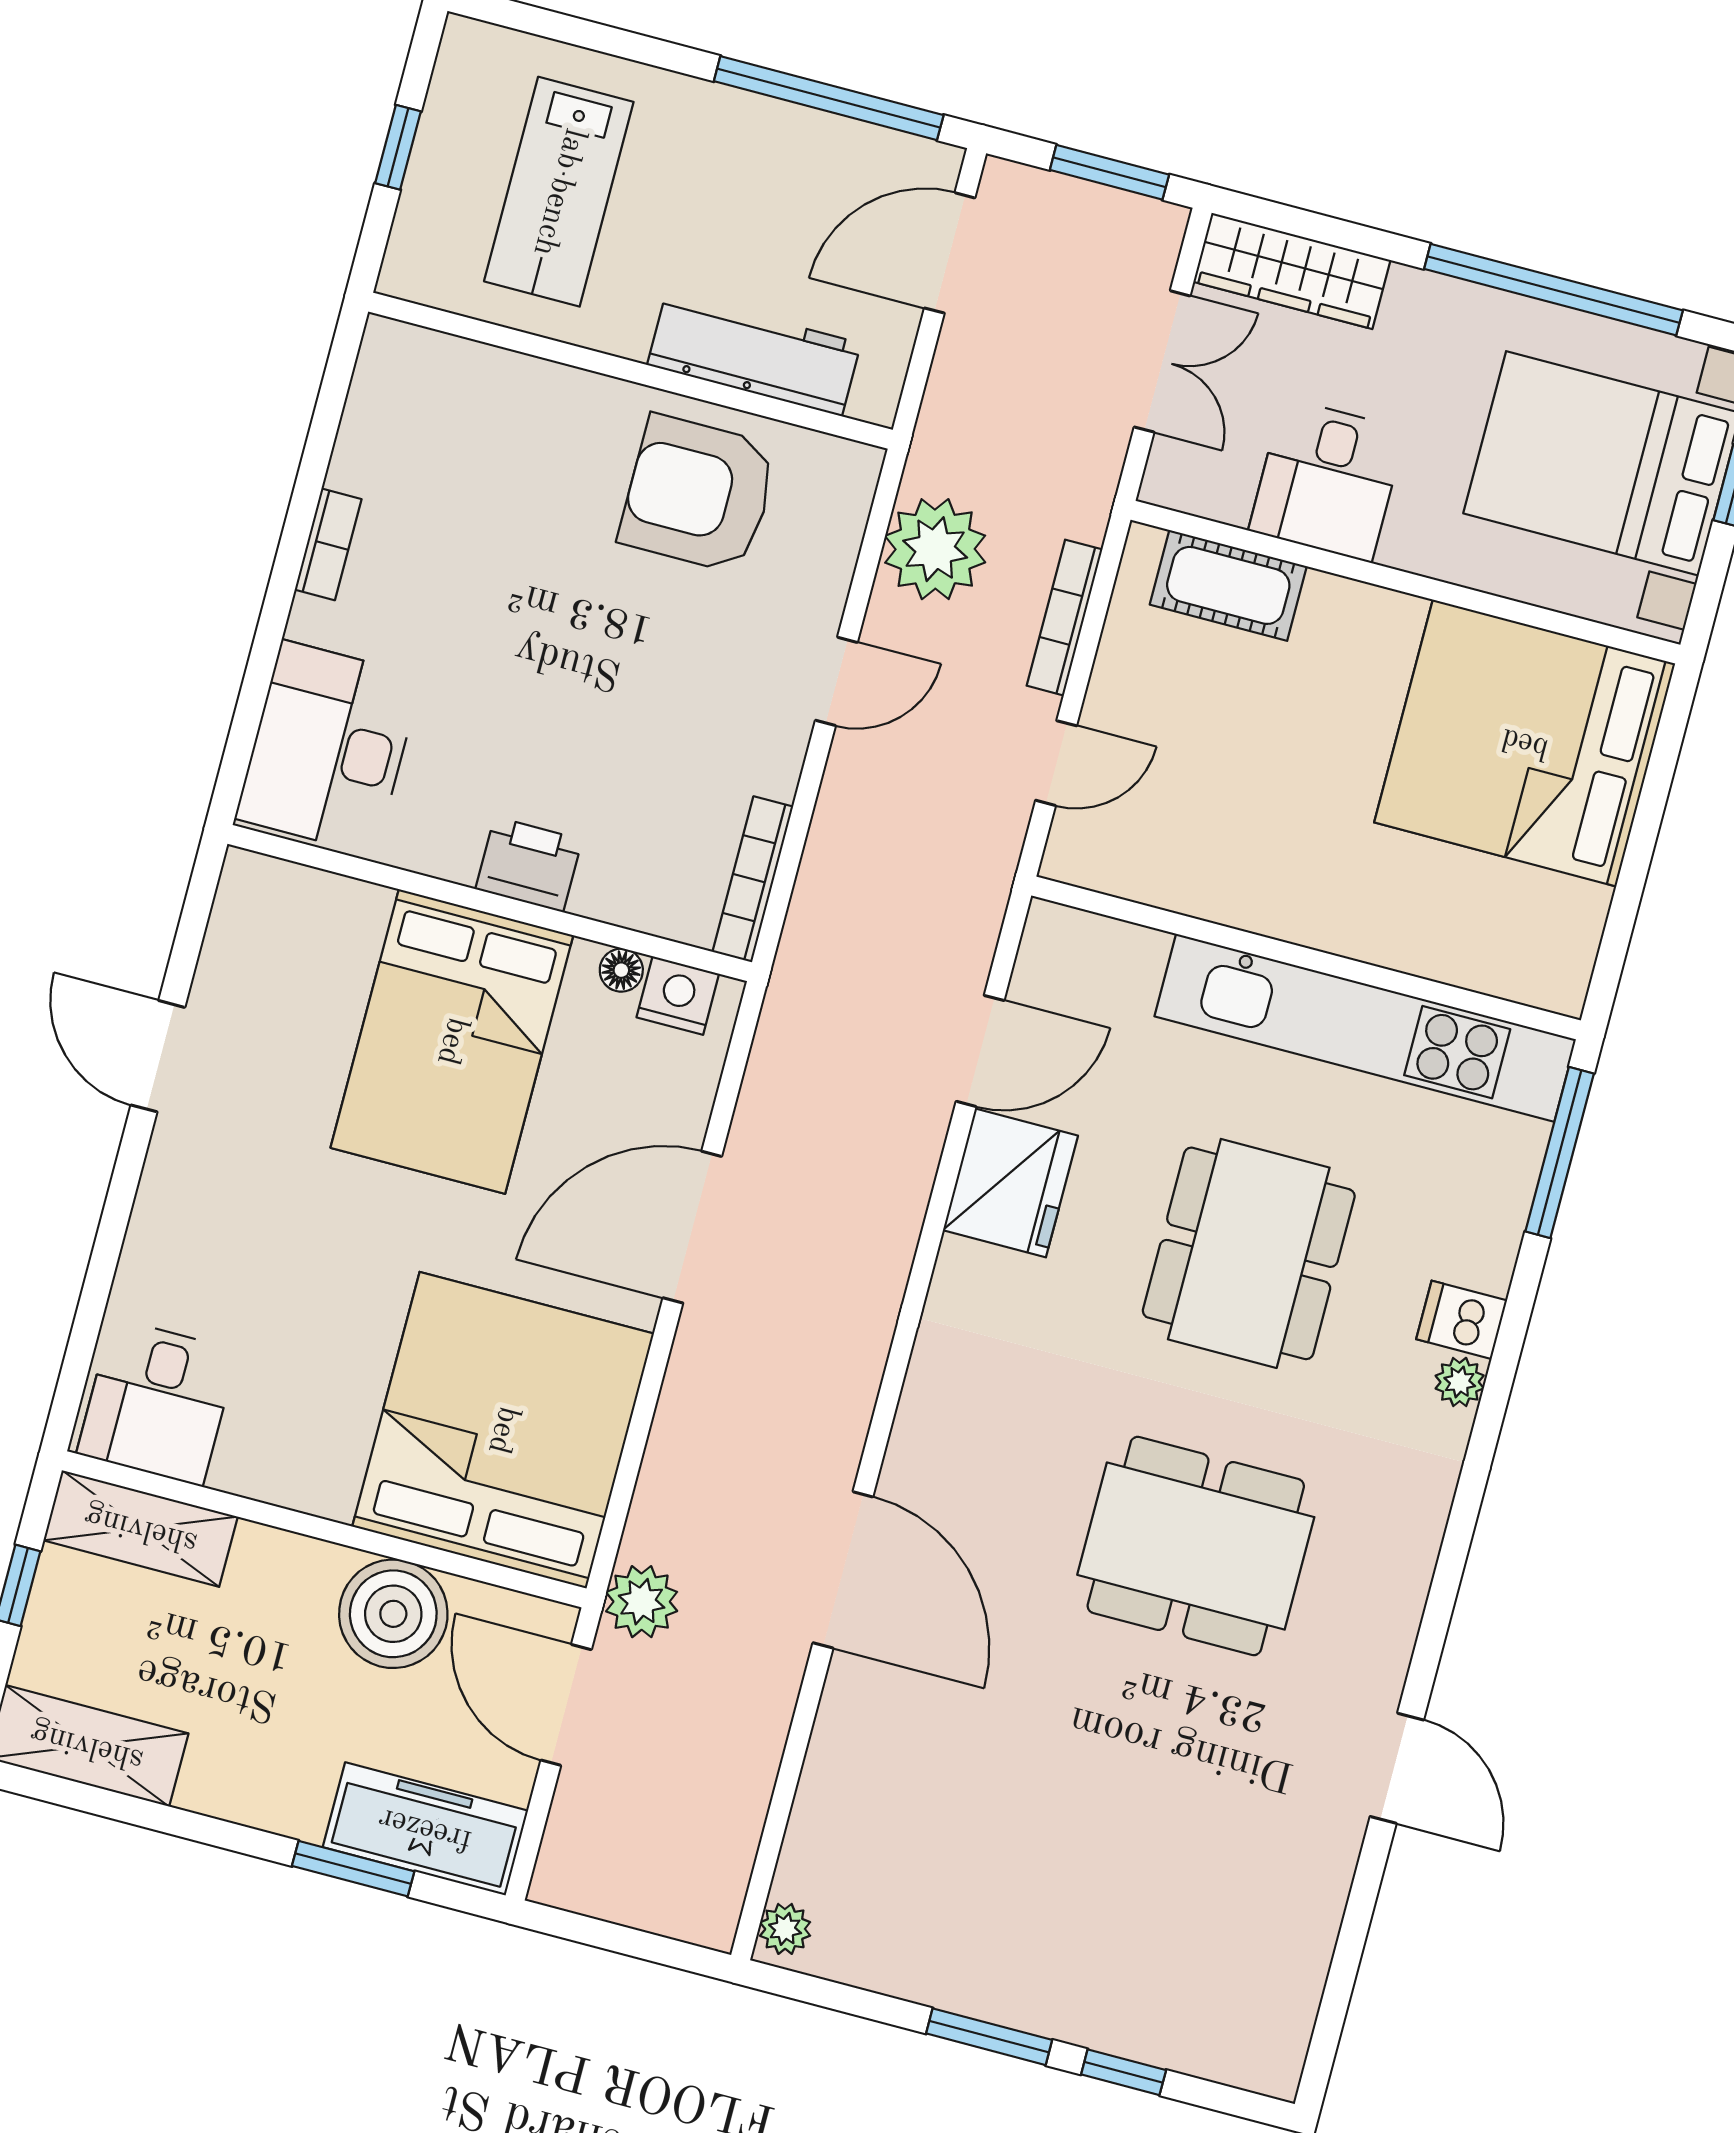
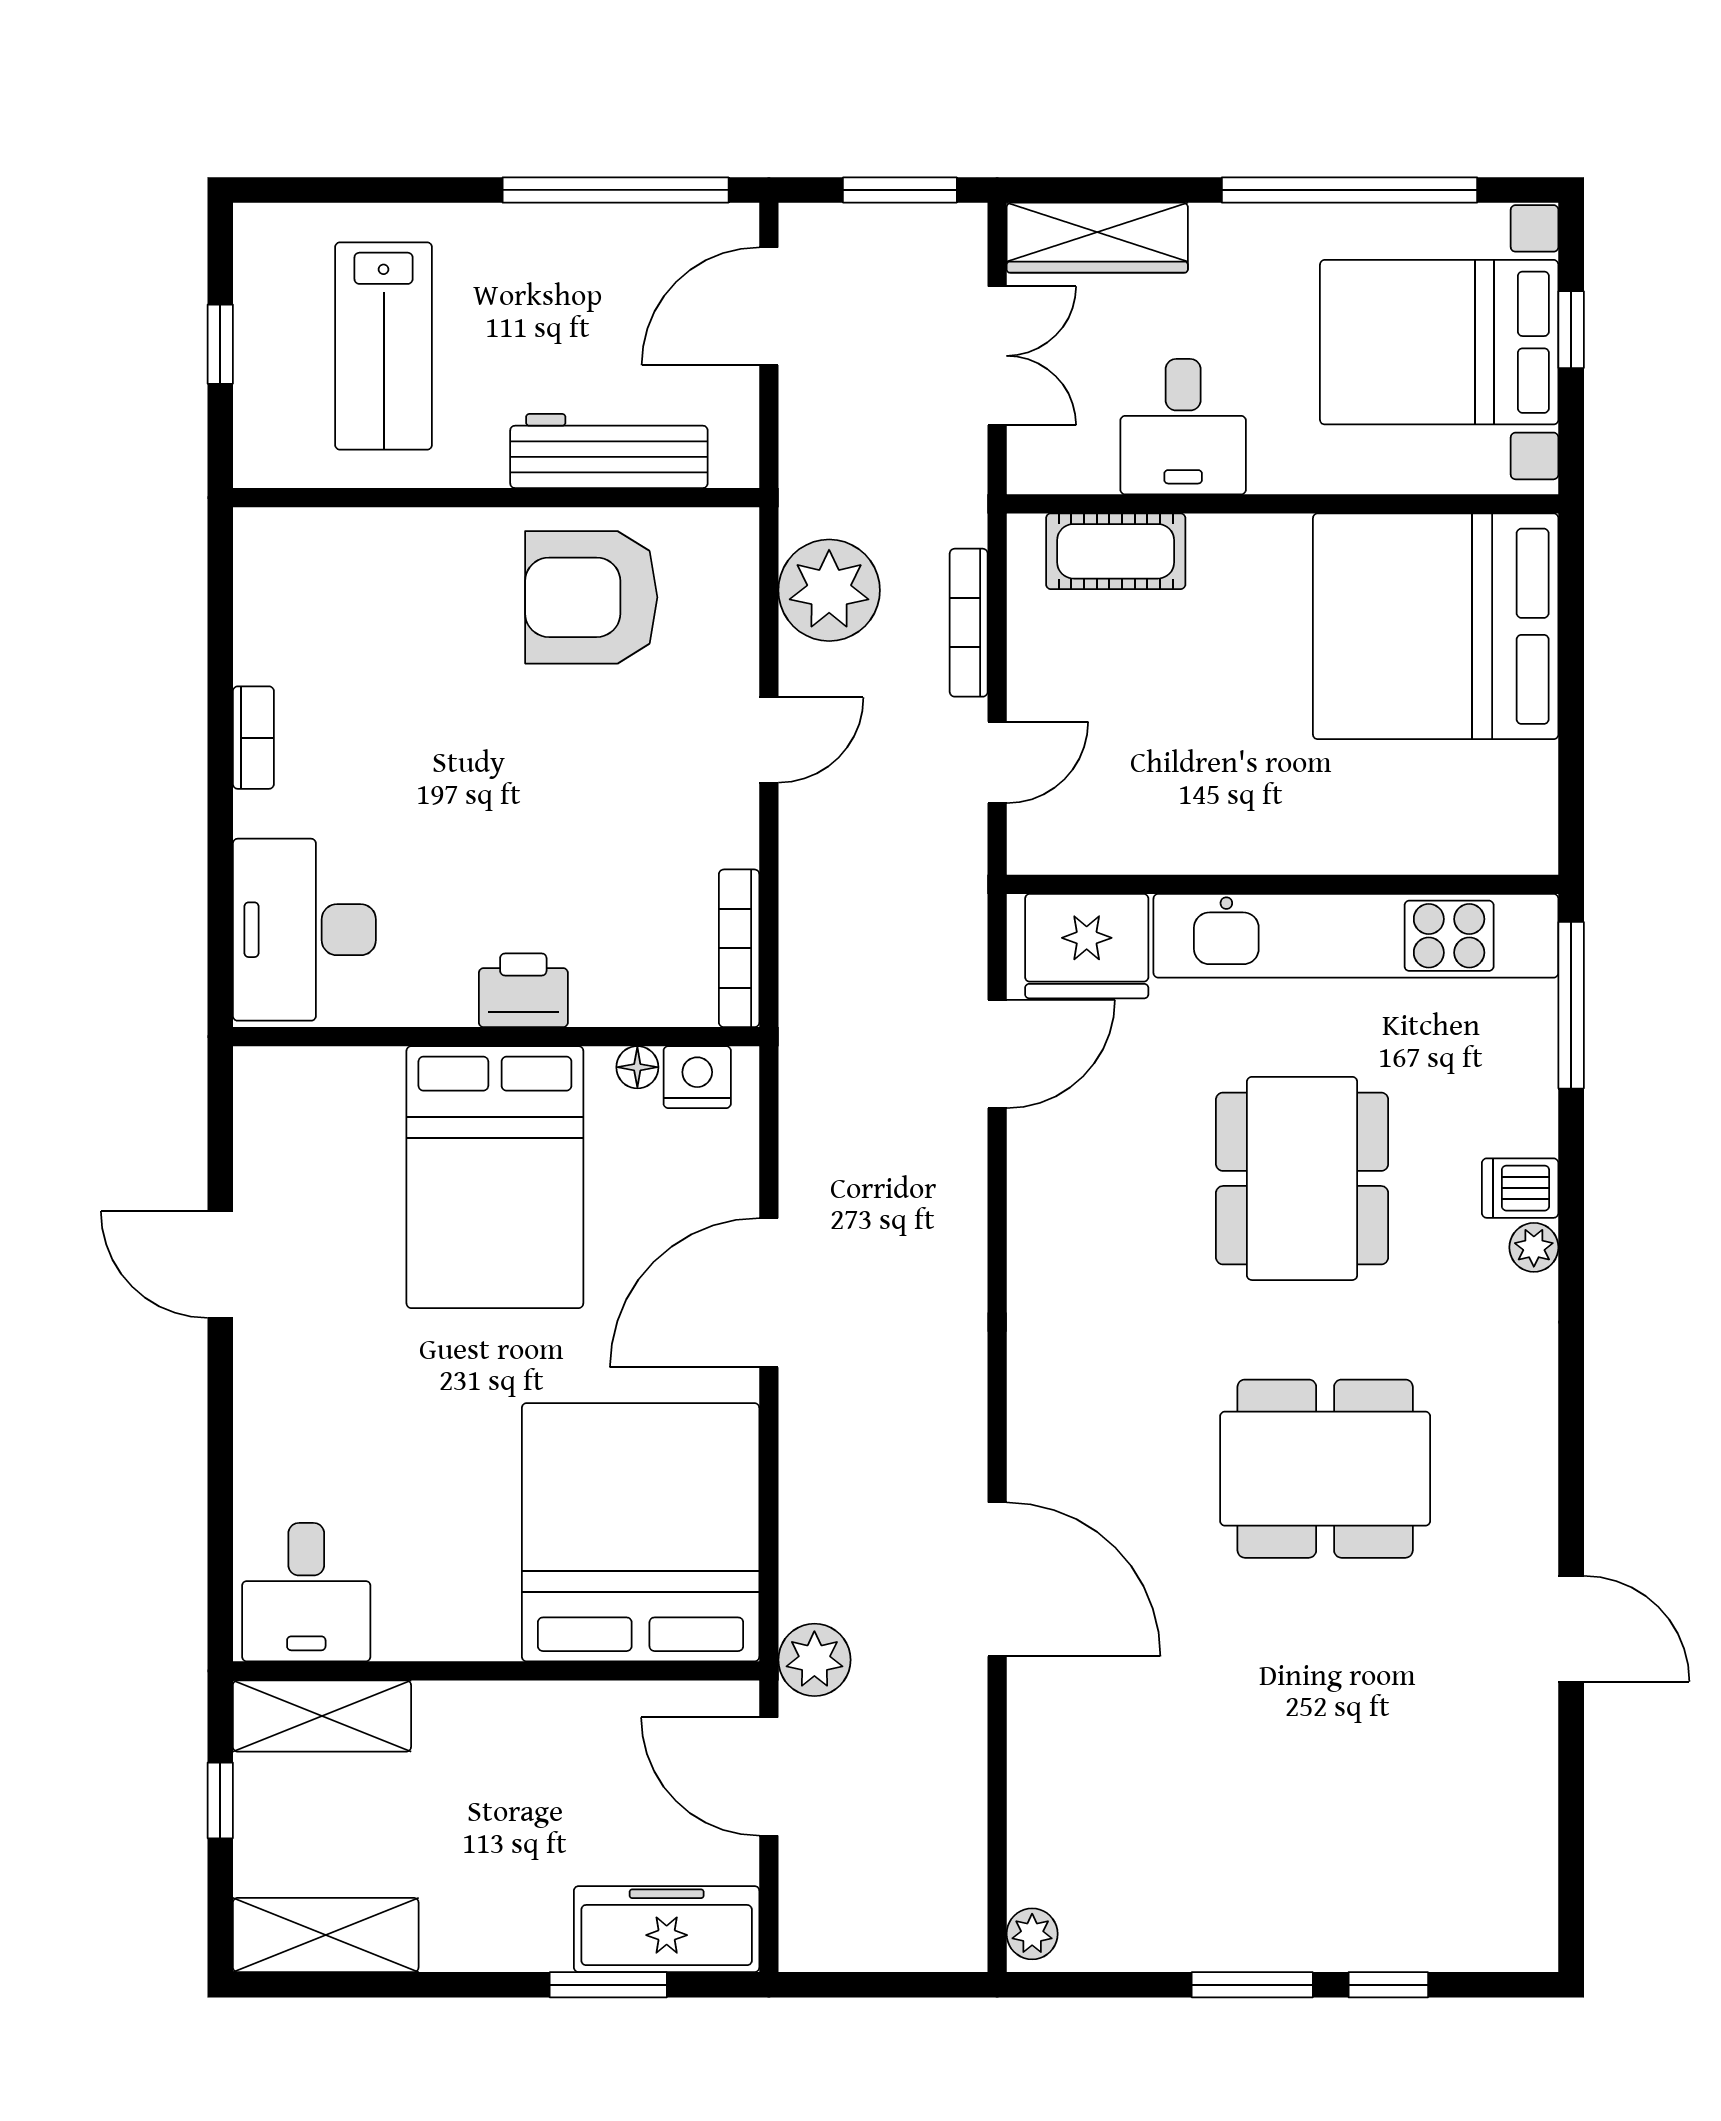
fridge: (1010, 1183) -> (1087, 946), moved, turned 90
boiler: (393, 1614) -> (582, 1733), removed

